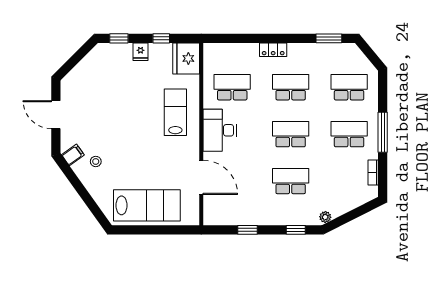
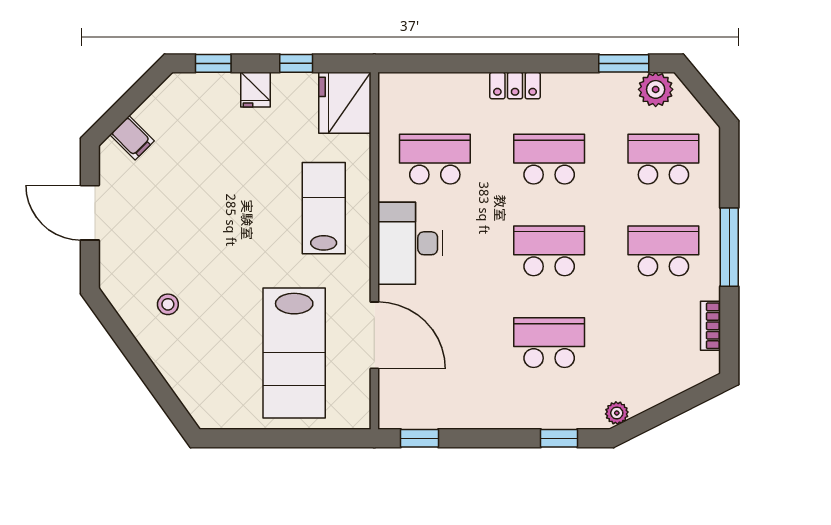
plant: (345, 52) -> (656, 89), added
filing cabinet: (73, 155) -> (132, 138), moved, turned 81
lab bench: (147, 205) -> (294, 353), moved, turned 90
window: (247, 230) -> (419, 438), moved

